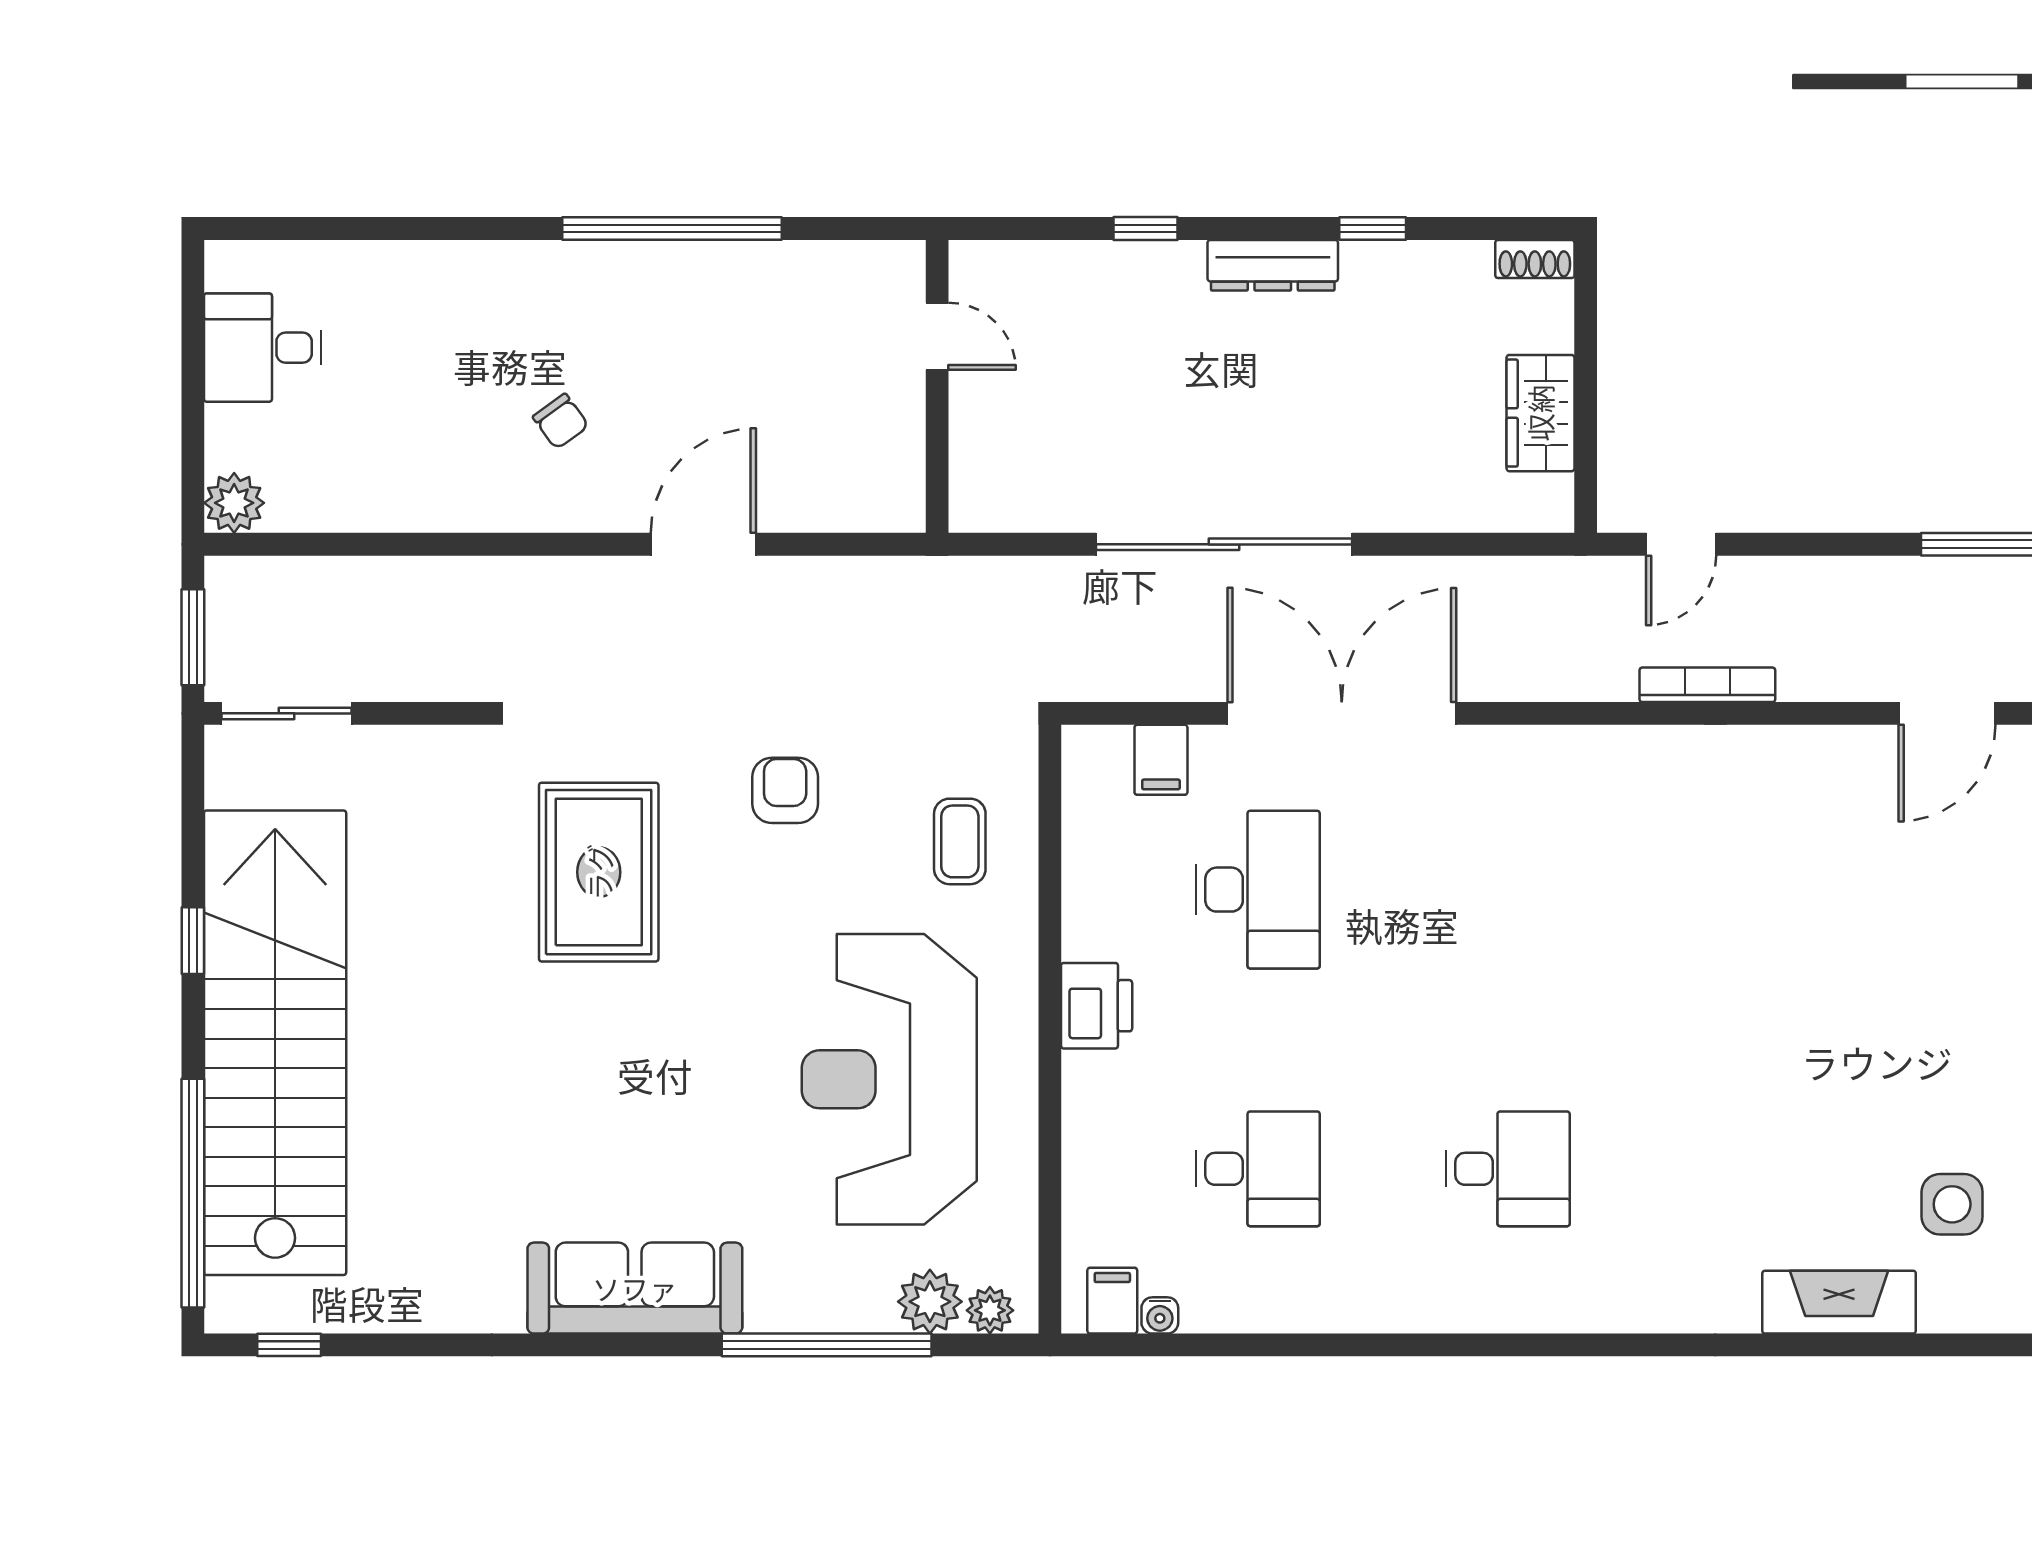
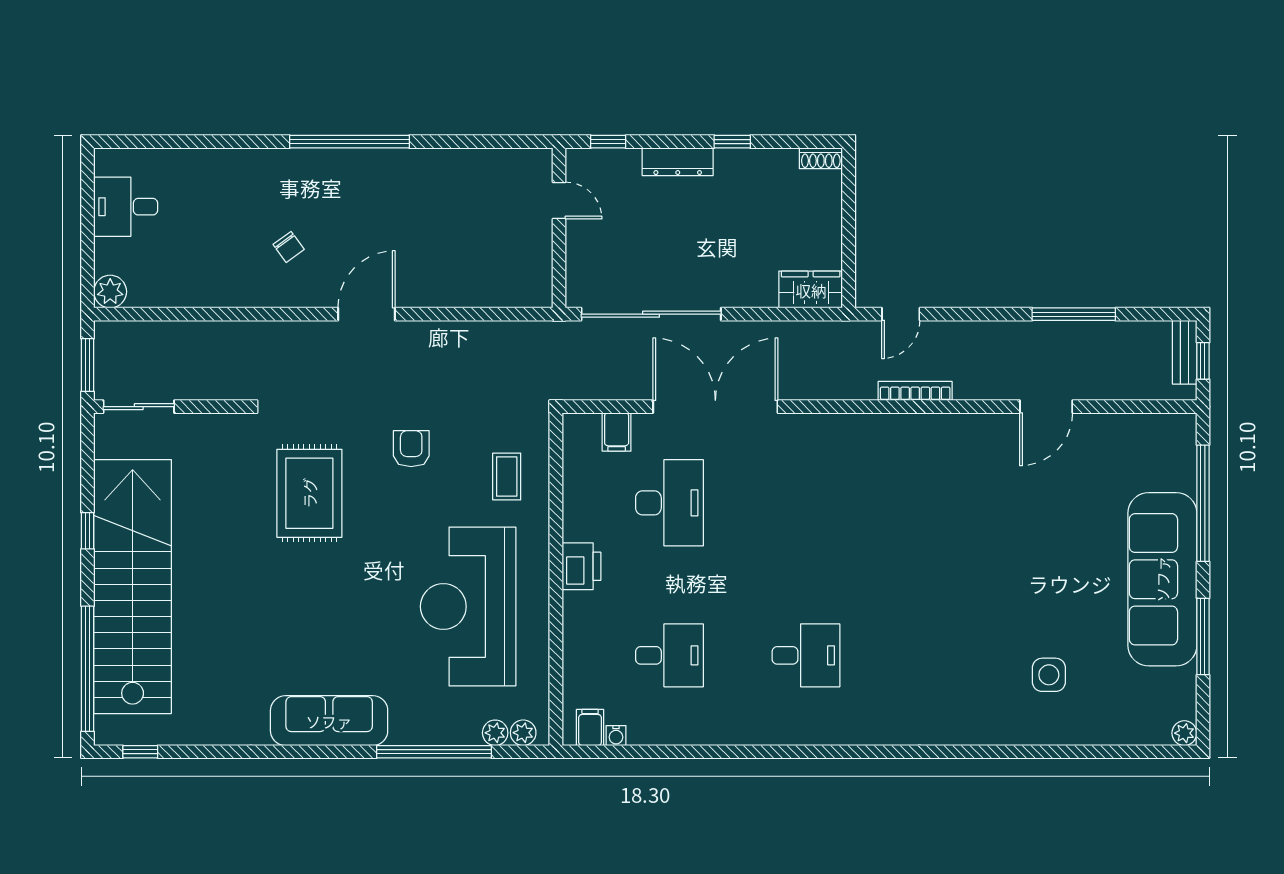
door: (937, 336) -> (559, 201), moved
wall: (937, 386) -> (559, 228), moved
wardrobe: (1540, 413) -> (811, 290), moved, turned 90
plant: (930, 1302) -> (495, 733), width x0.73, depth x0.73
fireplace: (1839, 1302) -> (987, 728), removed

